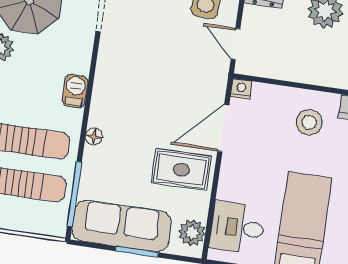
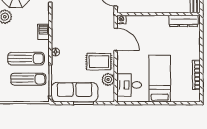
stool: (309, 122) -> (156, 31), removed
door: (223, 128) -> (116, 39), swing flipped
plant: (192, 233) -> (108, 79), moved

